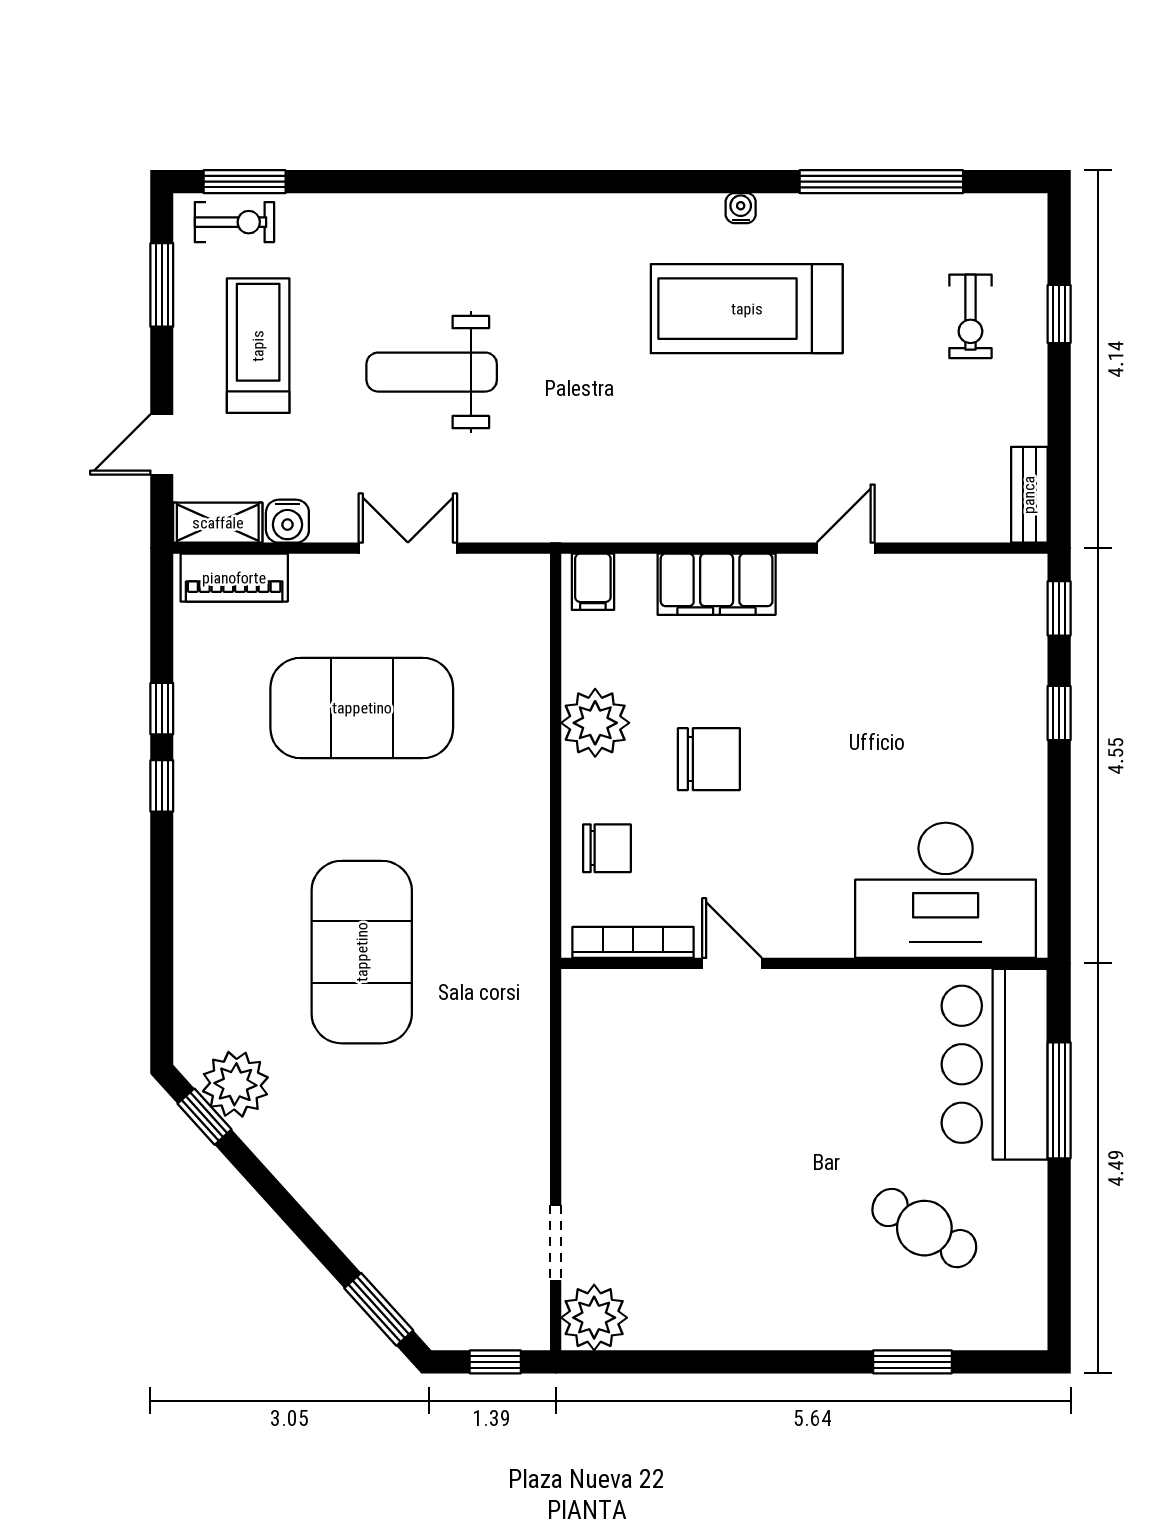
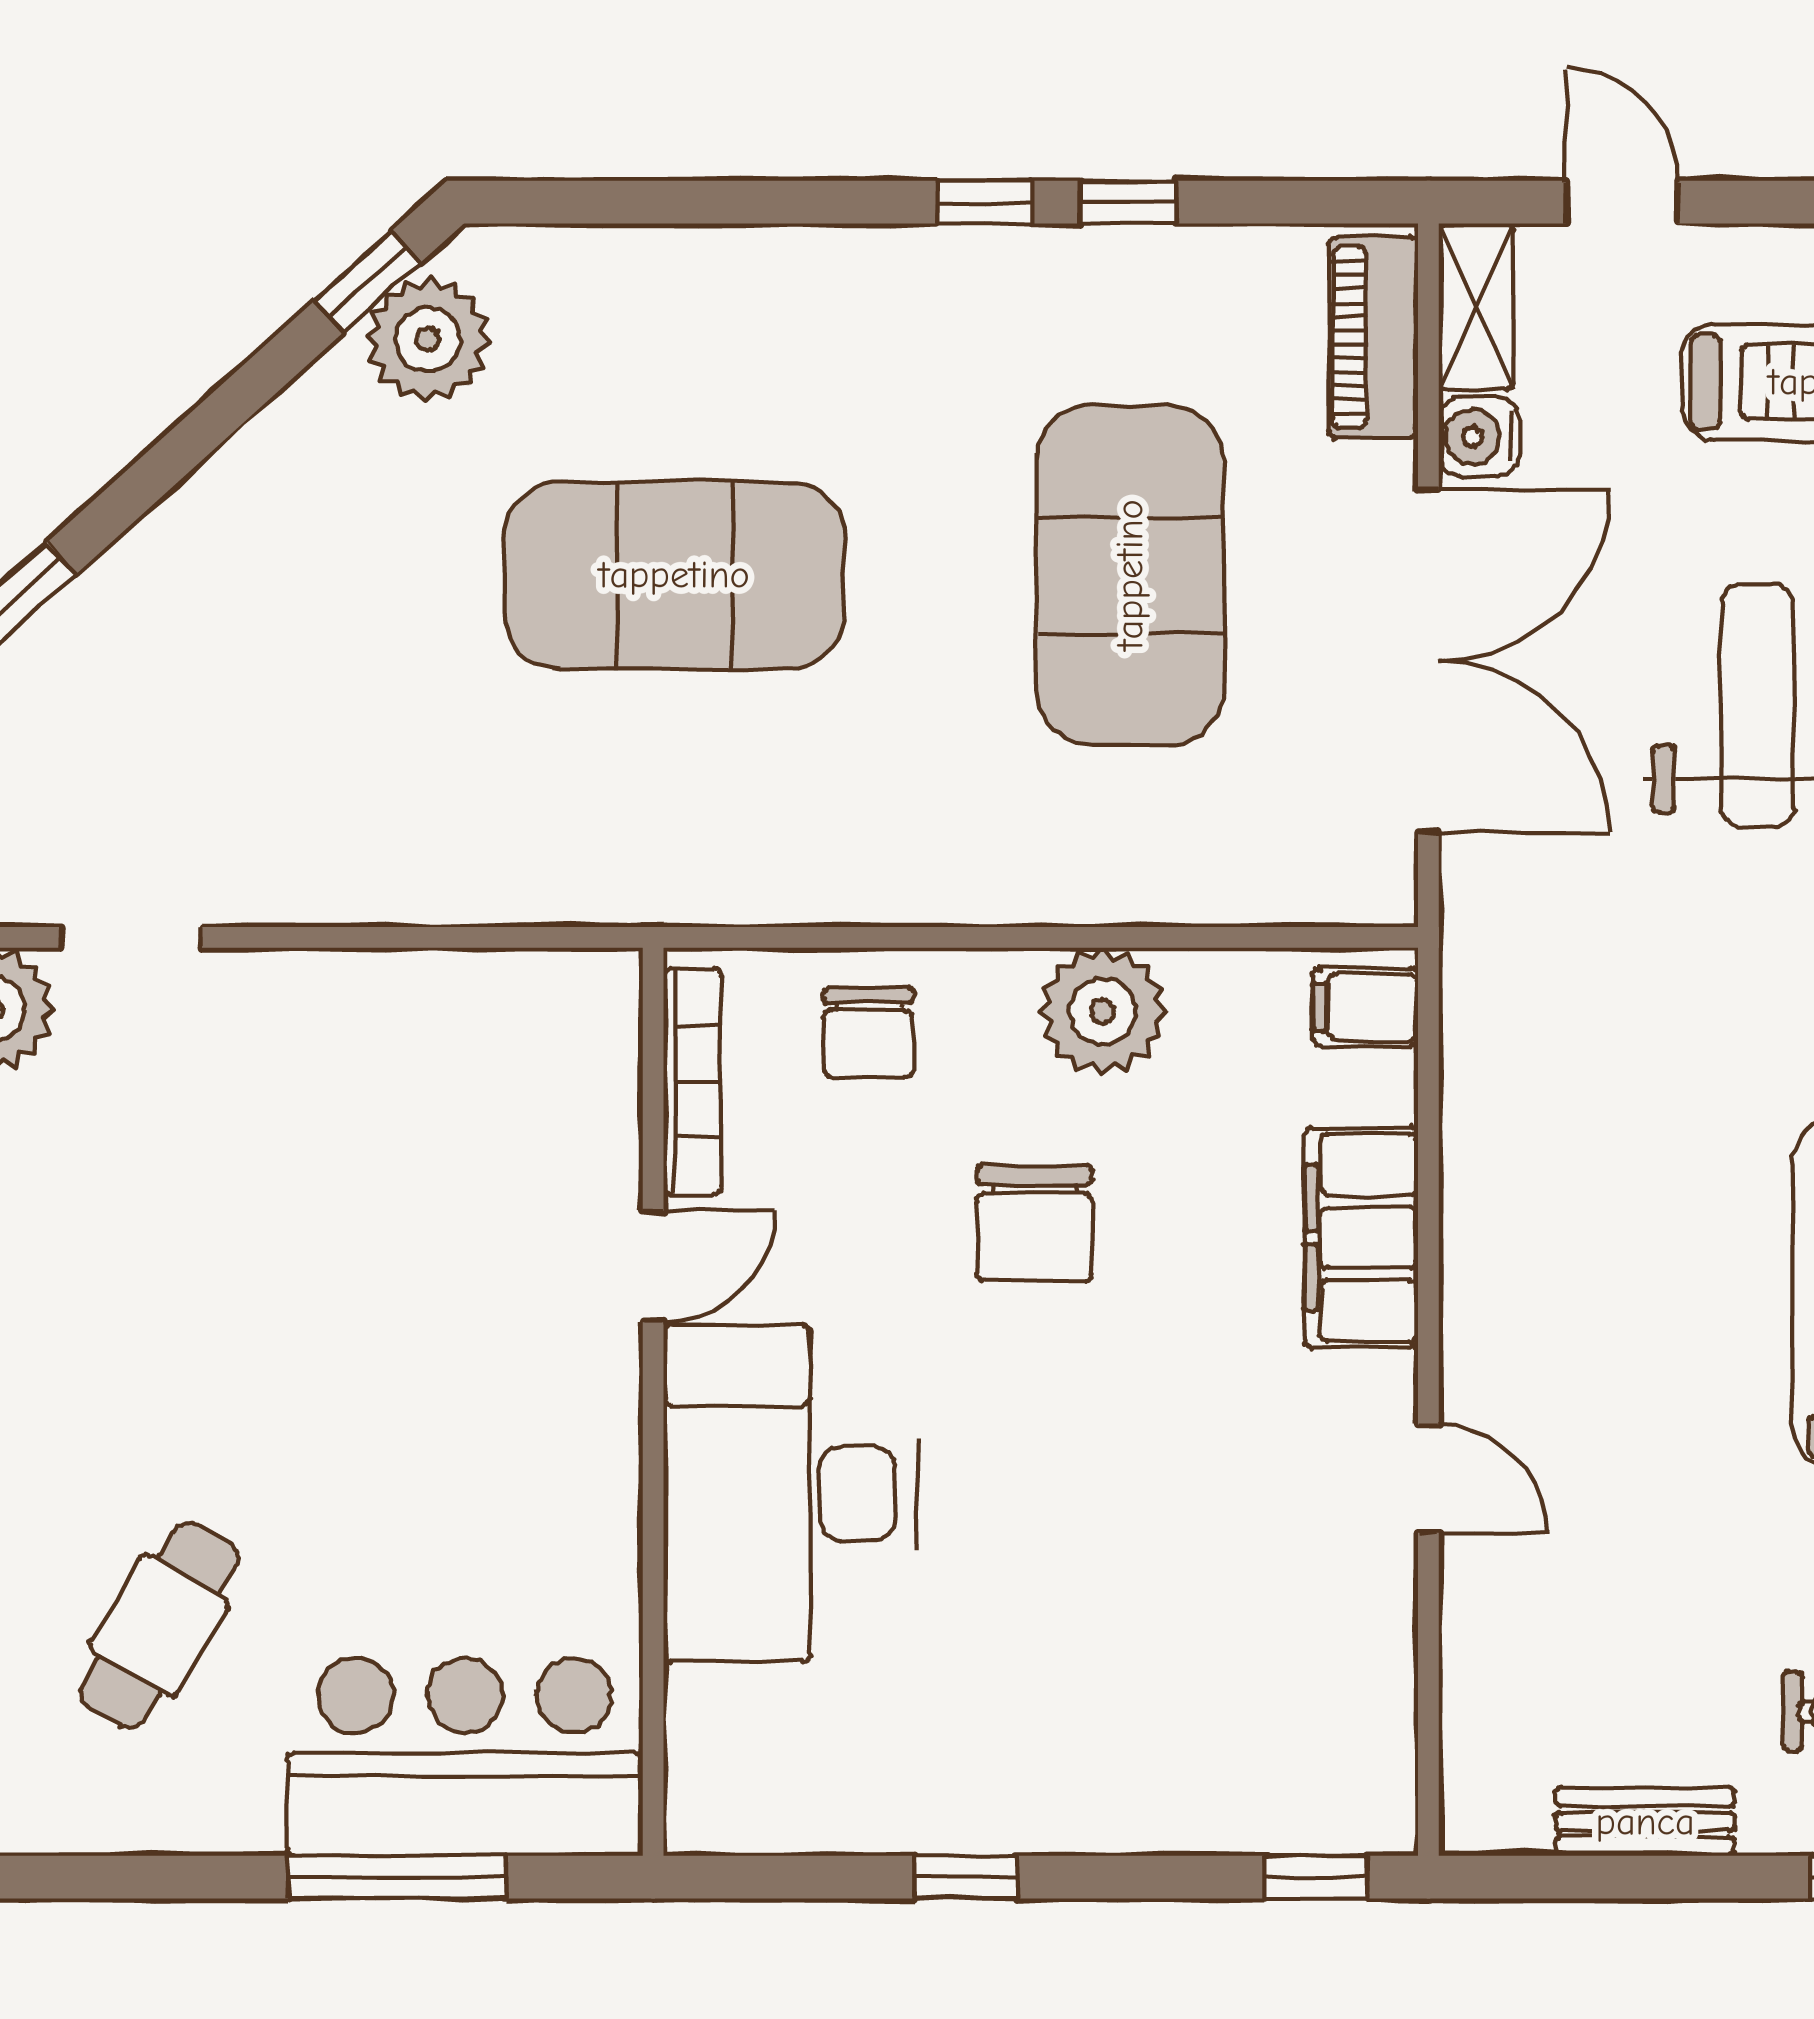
bench: (1029, 495) -> (1645, 1822), moved
double door: (408, 548) -> (1428, 661), width x1.87
window: (1059, 713) -> (965, 1877), moved
desk: (946, 890) -> (790, 1493), moved

